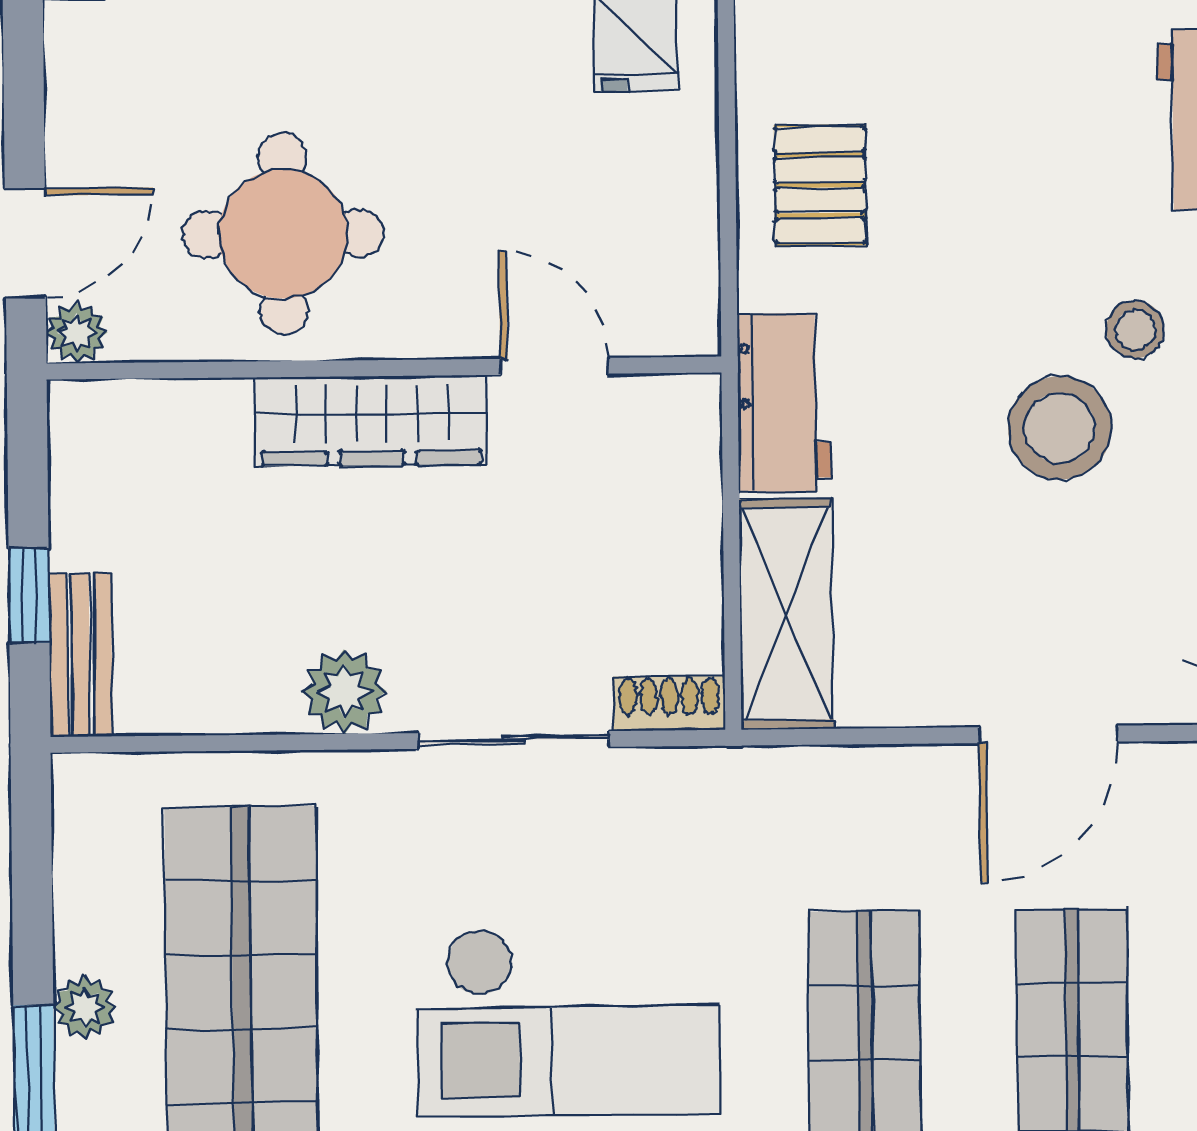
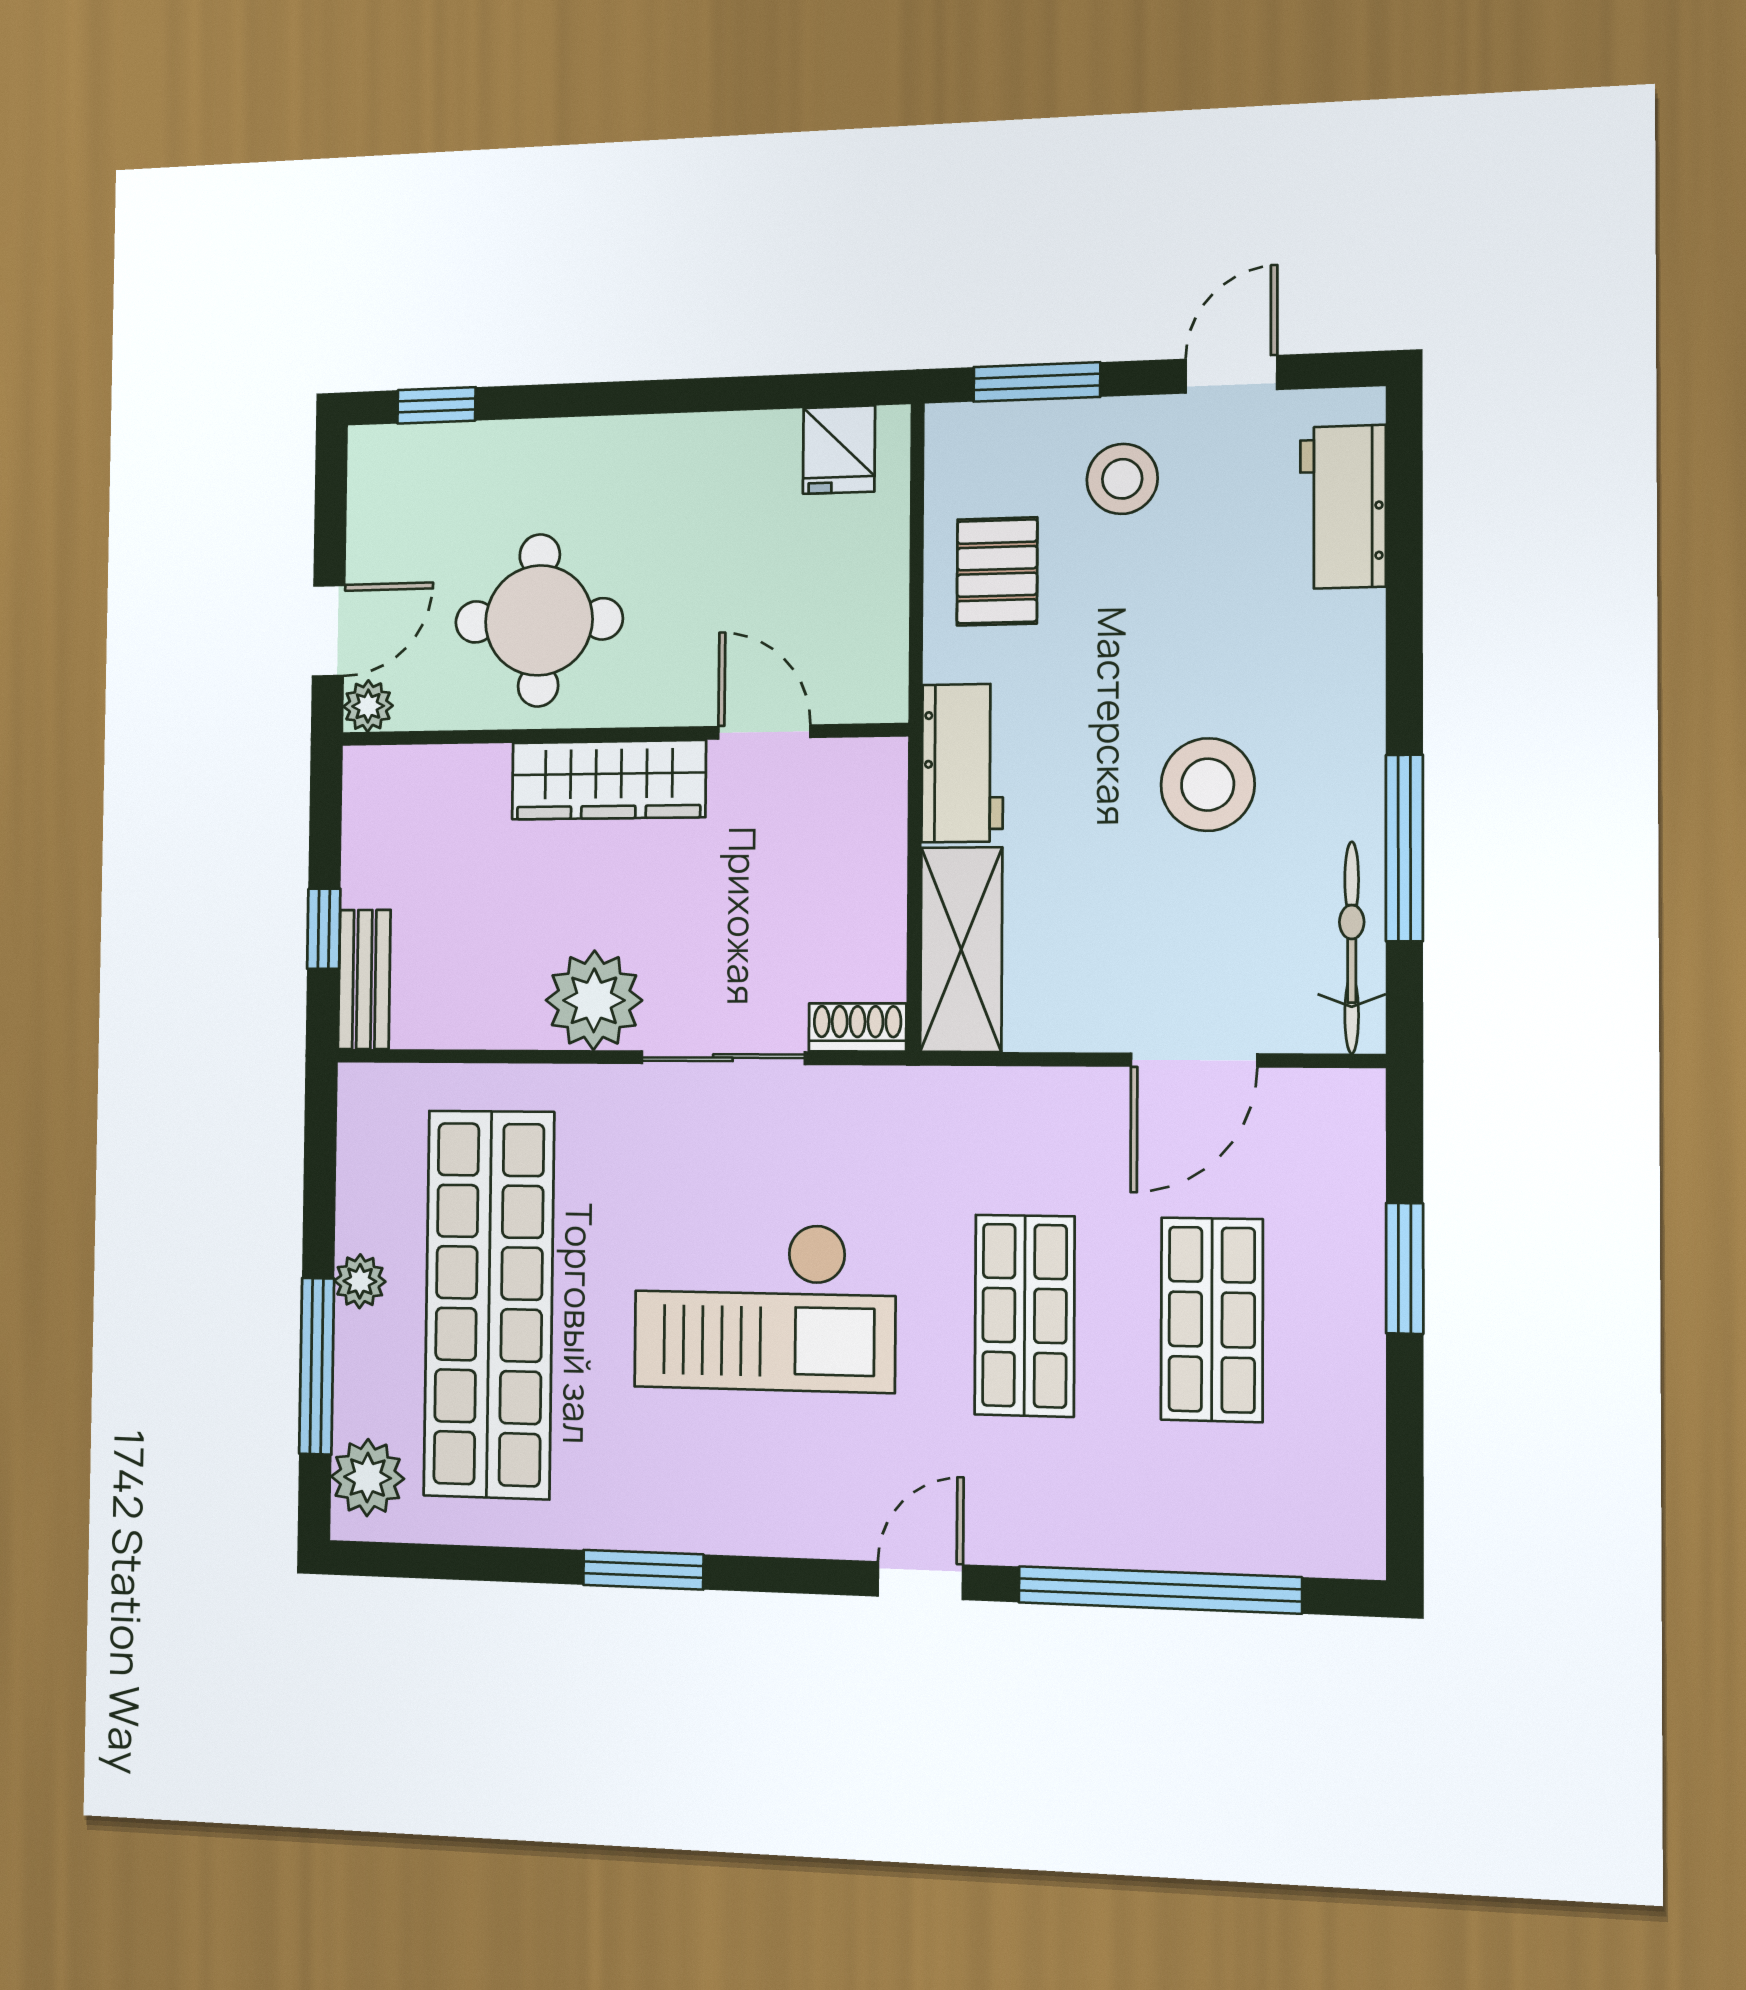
stool: (1135, 329) -> (1122, 479), moved, width x1.37, depth x1.37
plant: (344, 692) -> (594, 1000), width x1.36, depth x1.36

